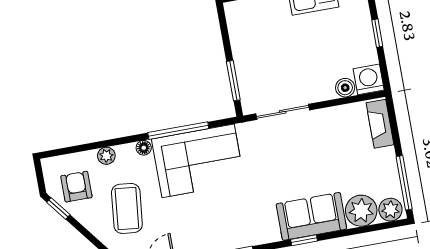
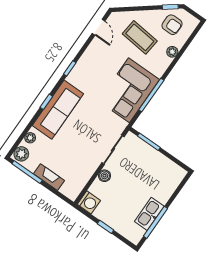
boiler: (345, 88) -> (105, 176), moved
fireplace: (380, 124) -> (49, 177), moved
floor lamp: (144, 148) -> (159, 72), removed
plant: (361, 211) -> (30, 138), width x0.53, depth x0.53
sofa: (311, 216) -> (58, 110), width x1.36

